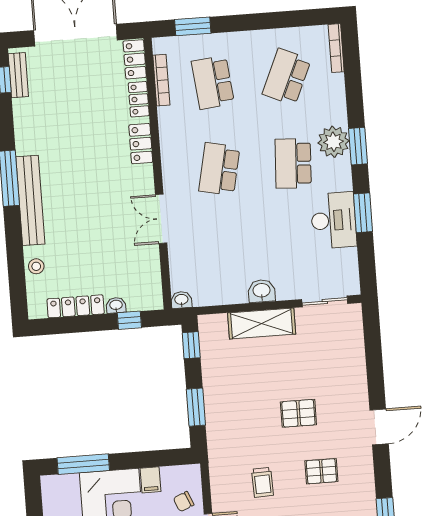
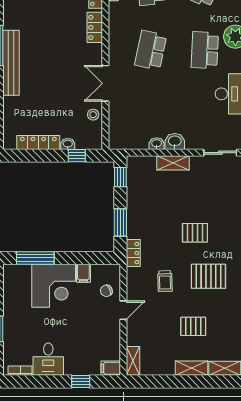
stool: (36, 266) -> (93, 115), moved
washbasin: (181, 300) -> (157, 144), moved
shelving: (262, 324) -> (173, 163), width x0.67, depth x0.75
locker: (217, 447) -> (133, 253), added
pallet: (321, 471) -> (208, 276), width x1.50, depth x1.42

